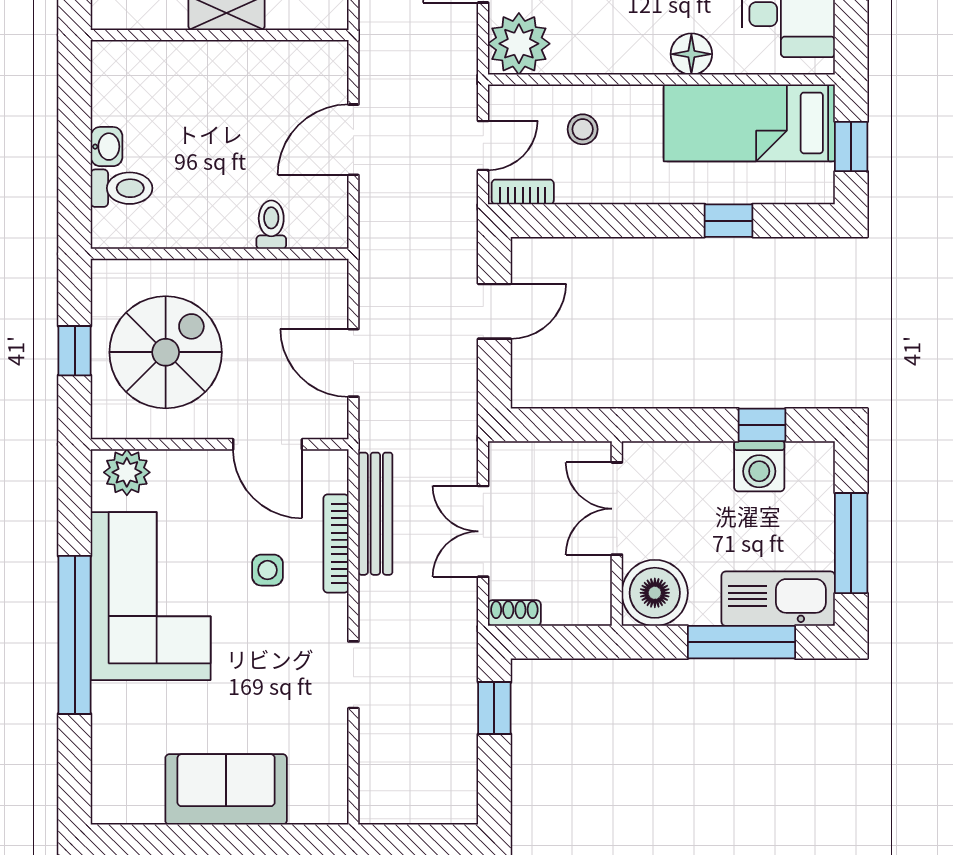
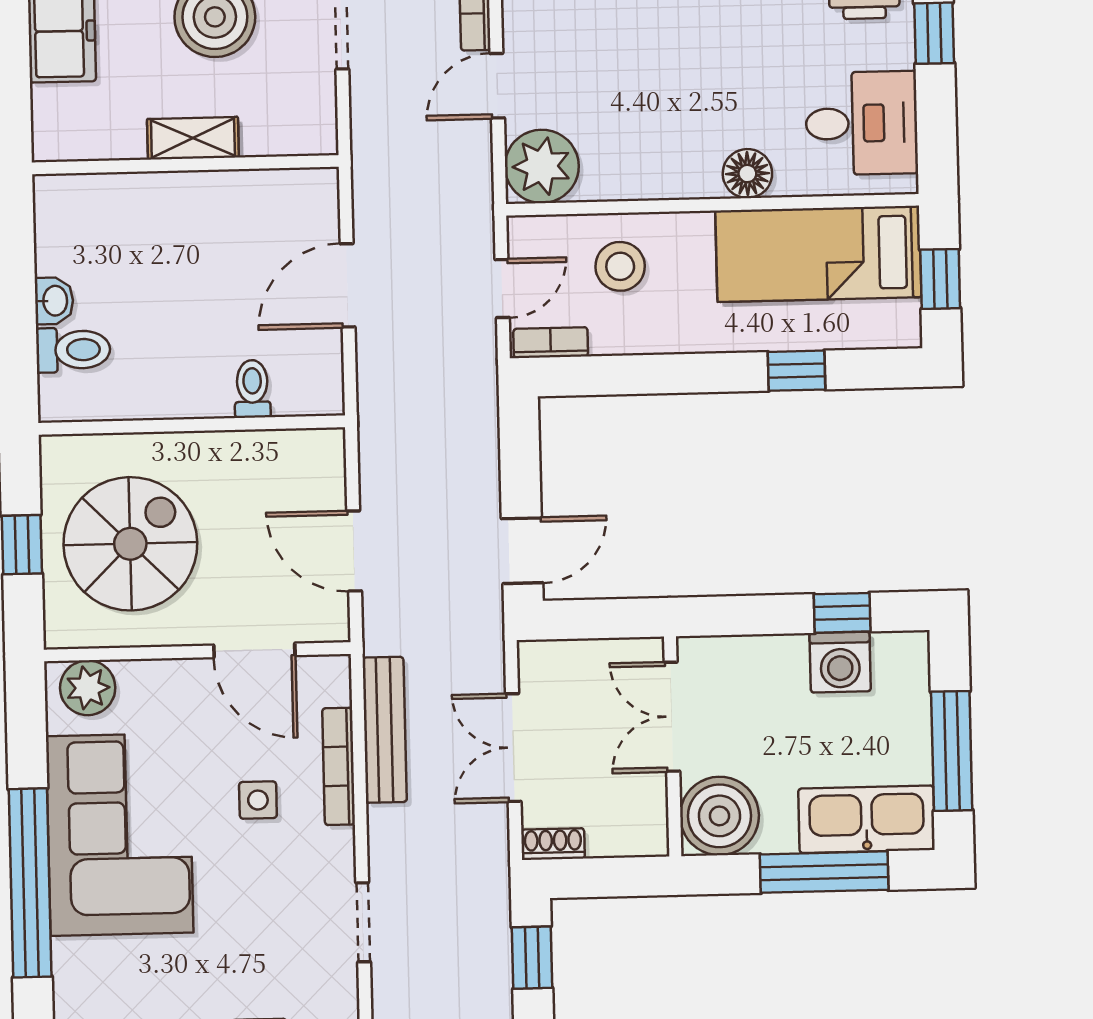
stool: (583, 129) -> (620, 266), width x1.37, depth x1.37
door: (494, 311) -> (522, 551), moved

